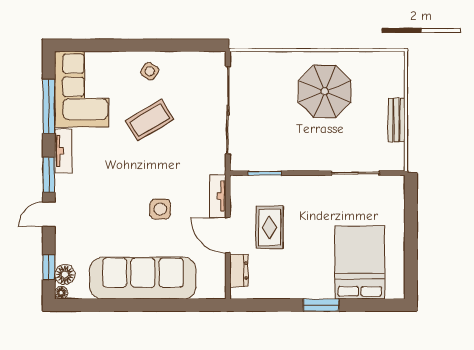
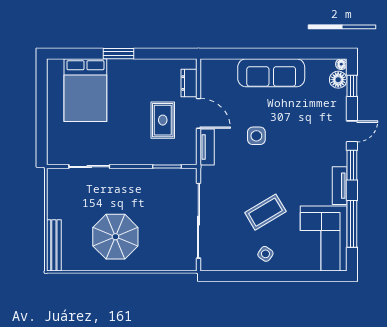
bench: (397, 120) -> (54, 245), moved, width x1.36
sofa: (143, 278) -> (271, 73), width x0.74, depth x0.79

